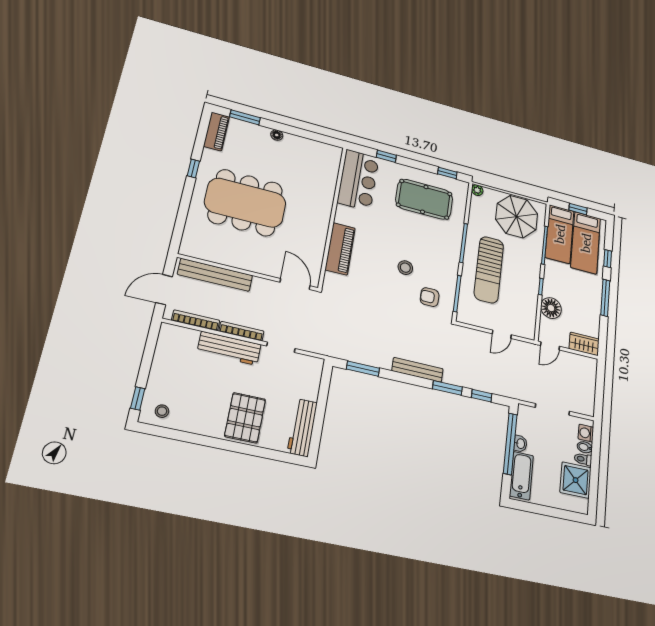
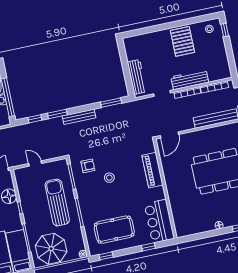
door: (295, 284) -> (170, 135), hinge flipped
door: (502, 334) -> (35, 164), hinge flipped
pallet: (245, 418) -> (182, 41), moved
workbench: (302, 427) -> (137, 77), moved

